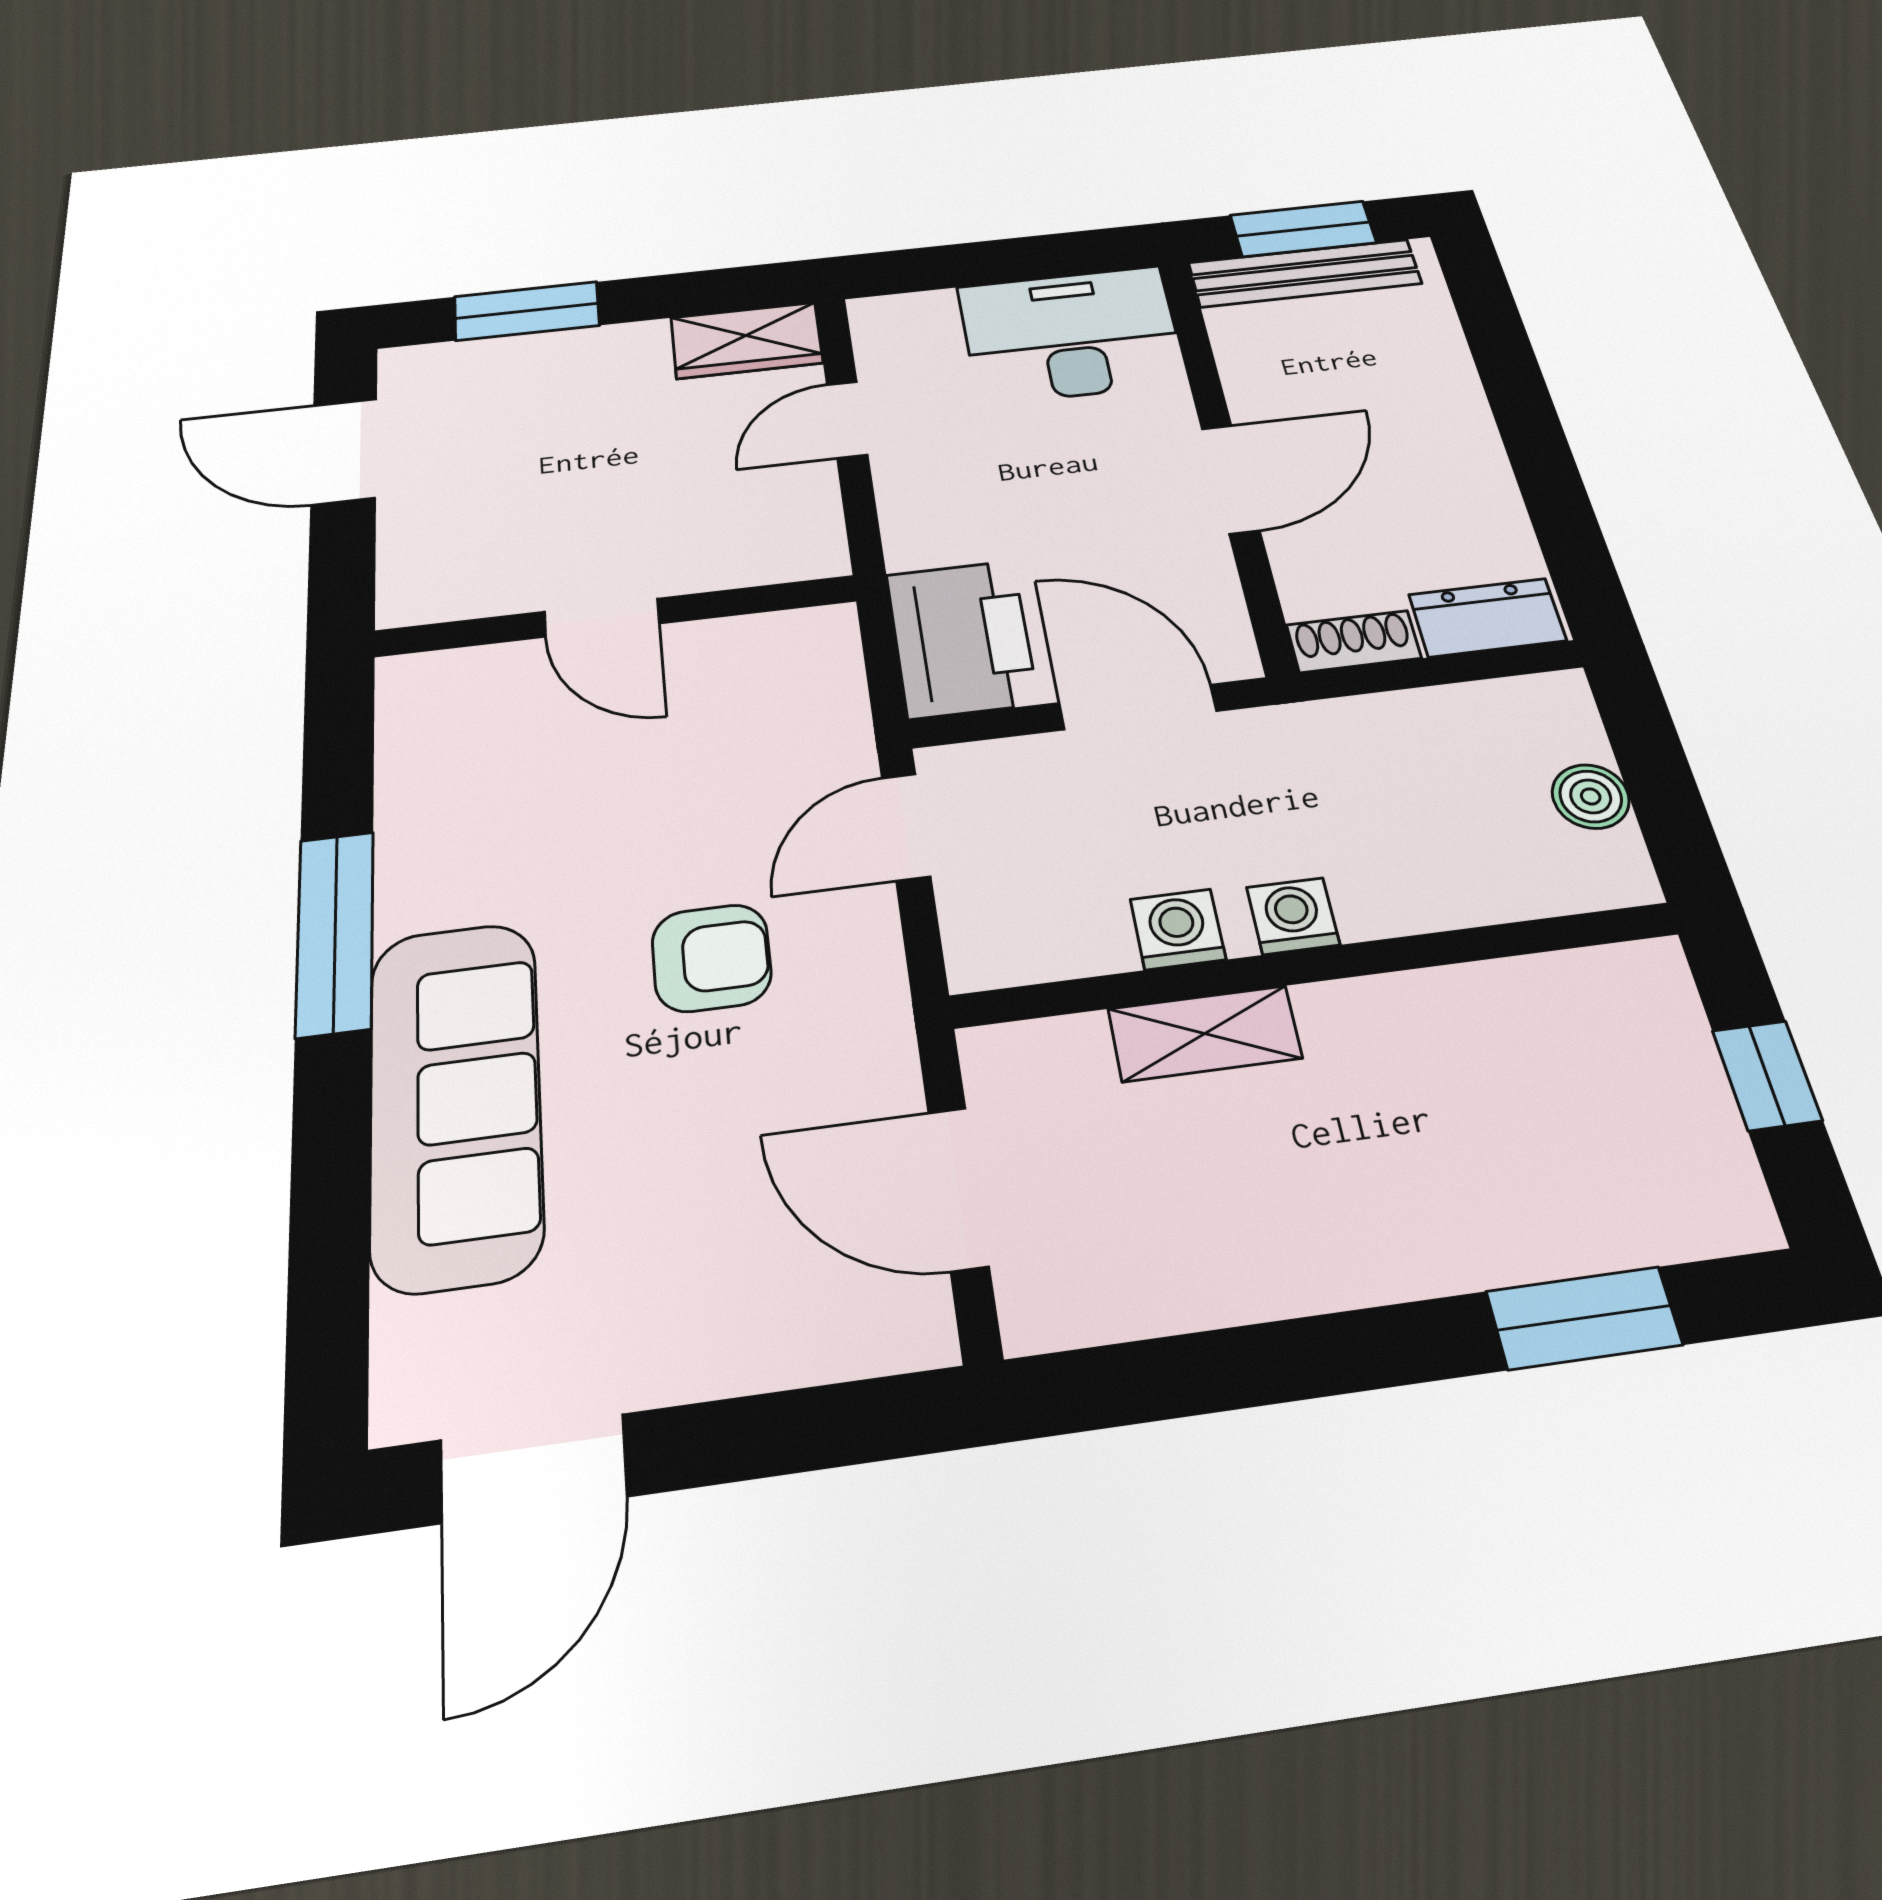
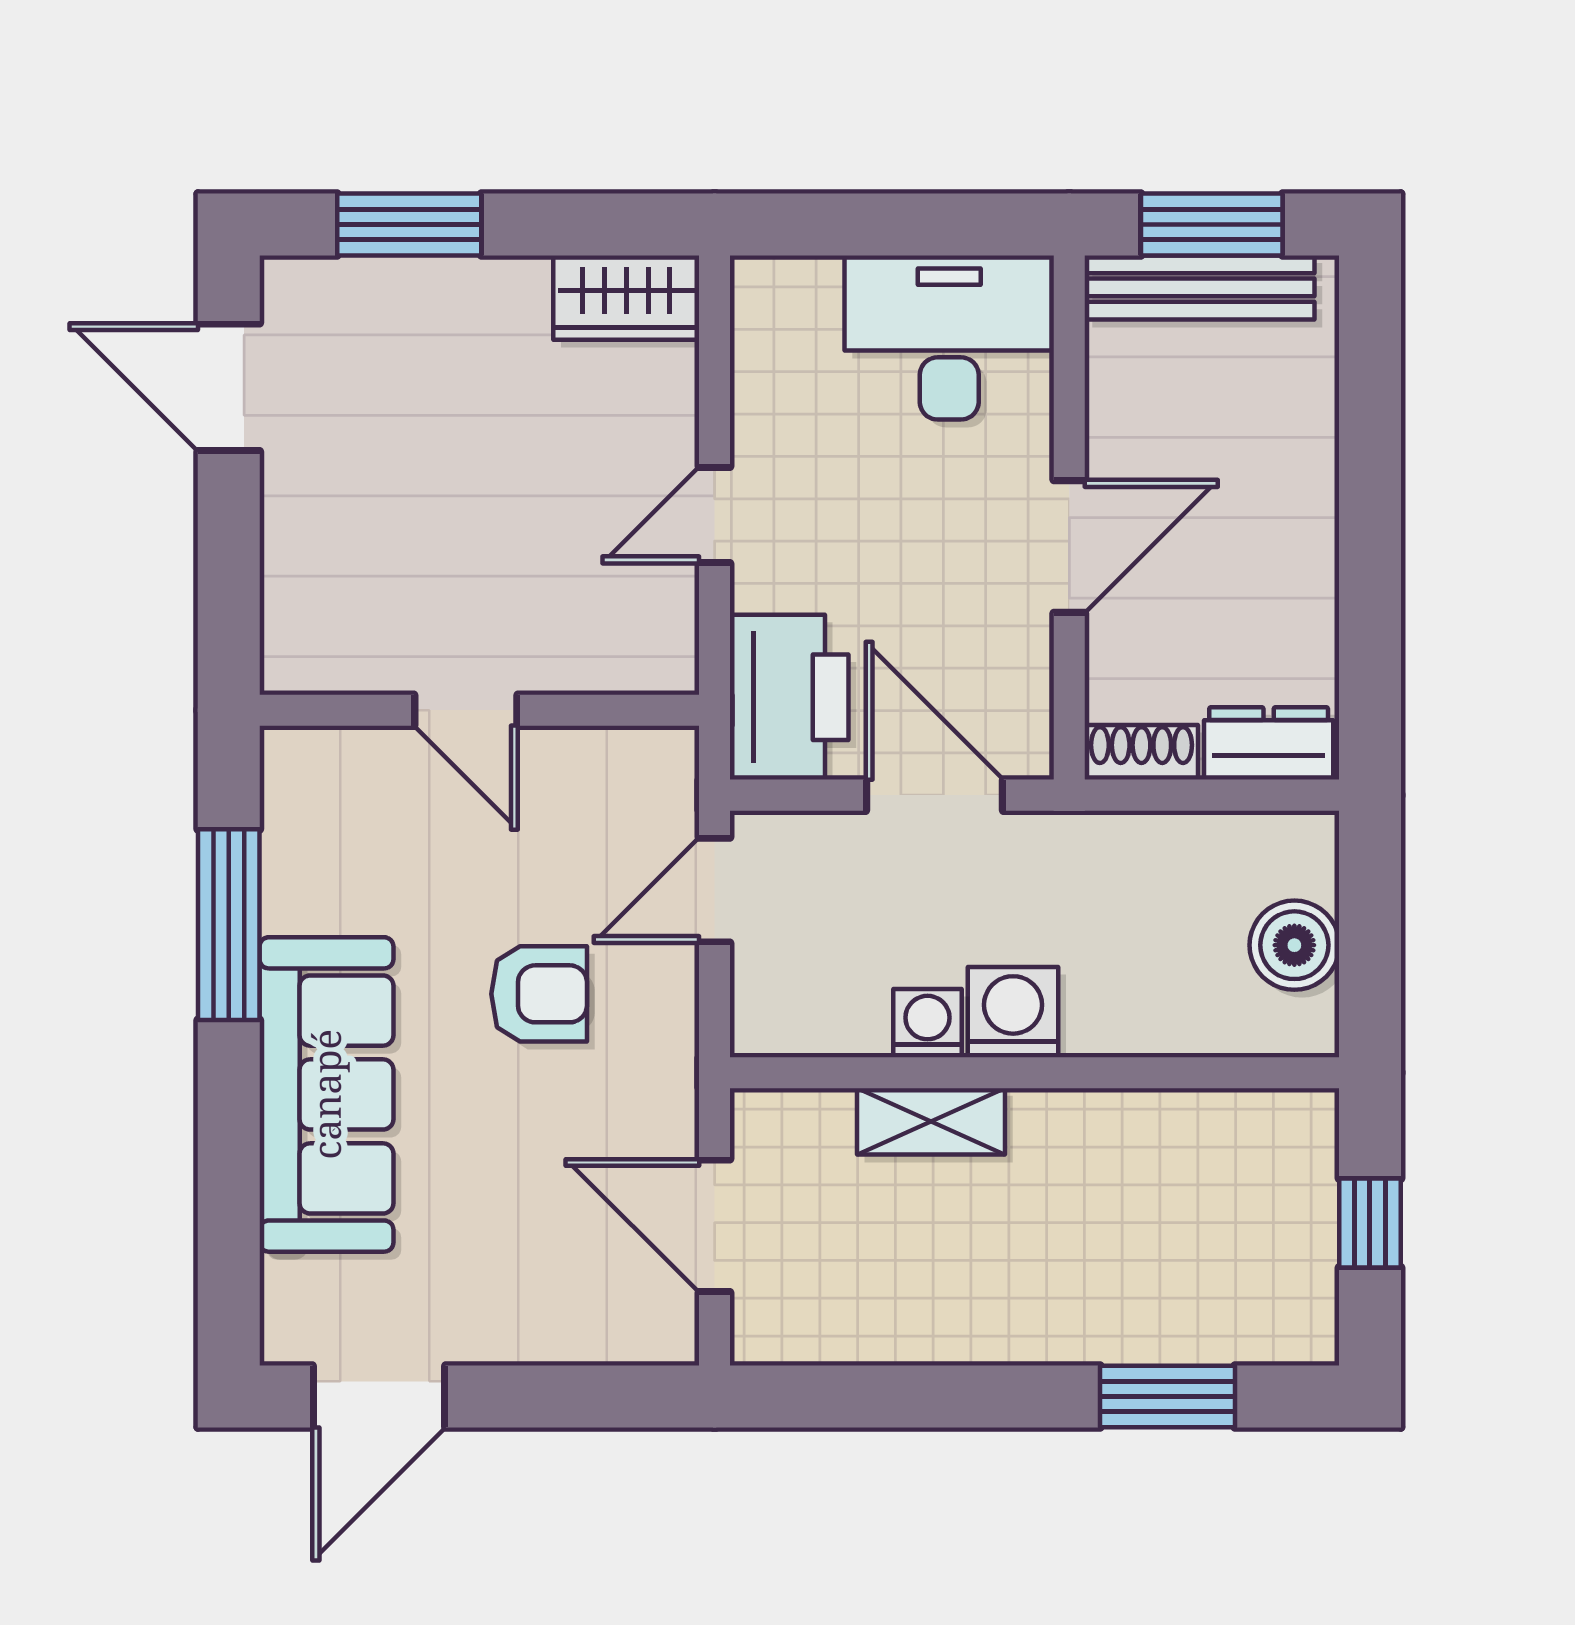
door: (847, 420) -> (715, 515), moved
wall: (617, 616) -> (479, 710), moved
door: (602, 618) -> (466, 710), moved
boiler: (1591, 796) -> (1294, 945), width x1.36, depth x1.36
washing machine: (1293, 916) -> (1013, 1012), width x1.38, depth x1.38

